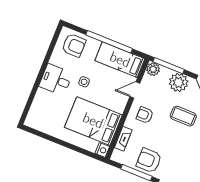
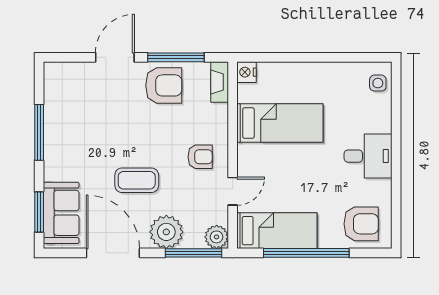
armchair: (74, 45) -> (361, 224), turned 180
side table: (84, 82) -> (378, 83), moved
bed: (93, 121) -> (280, 123), width x0.67
fireplace: (123, 139) -> (220, 82), moved

